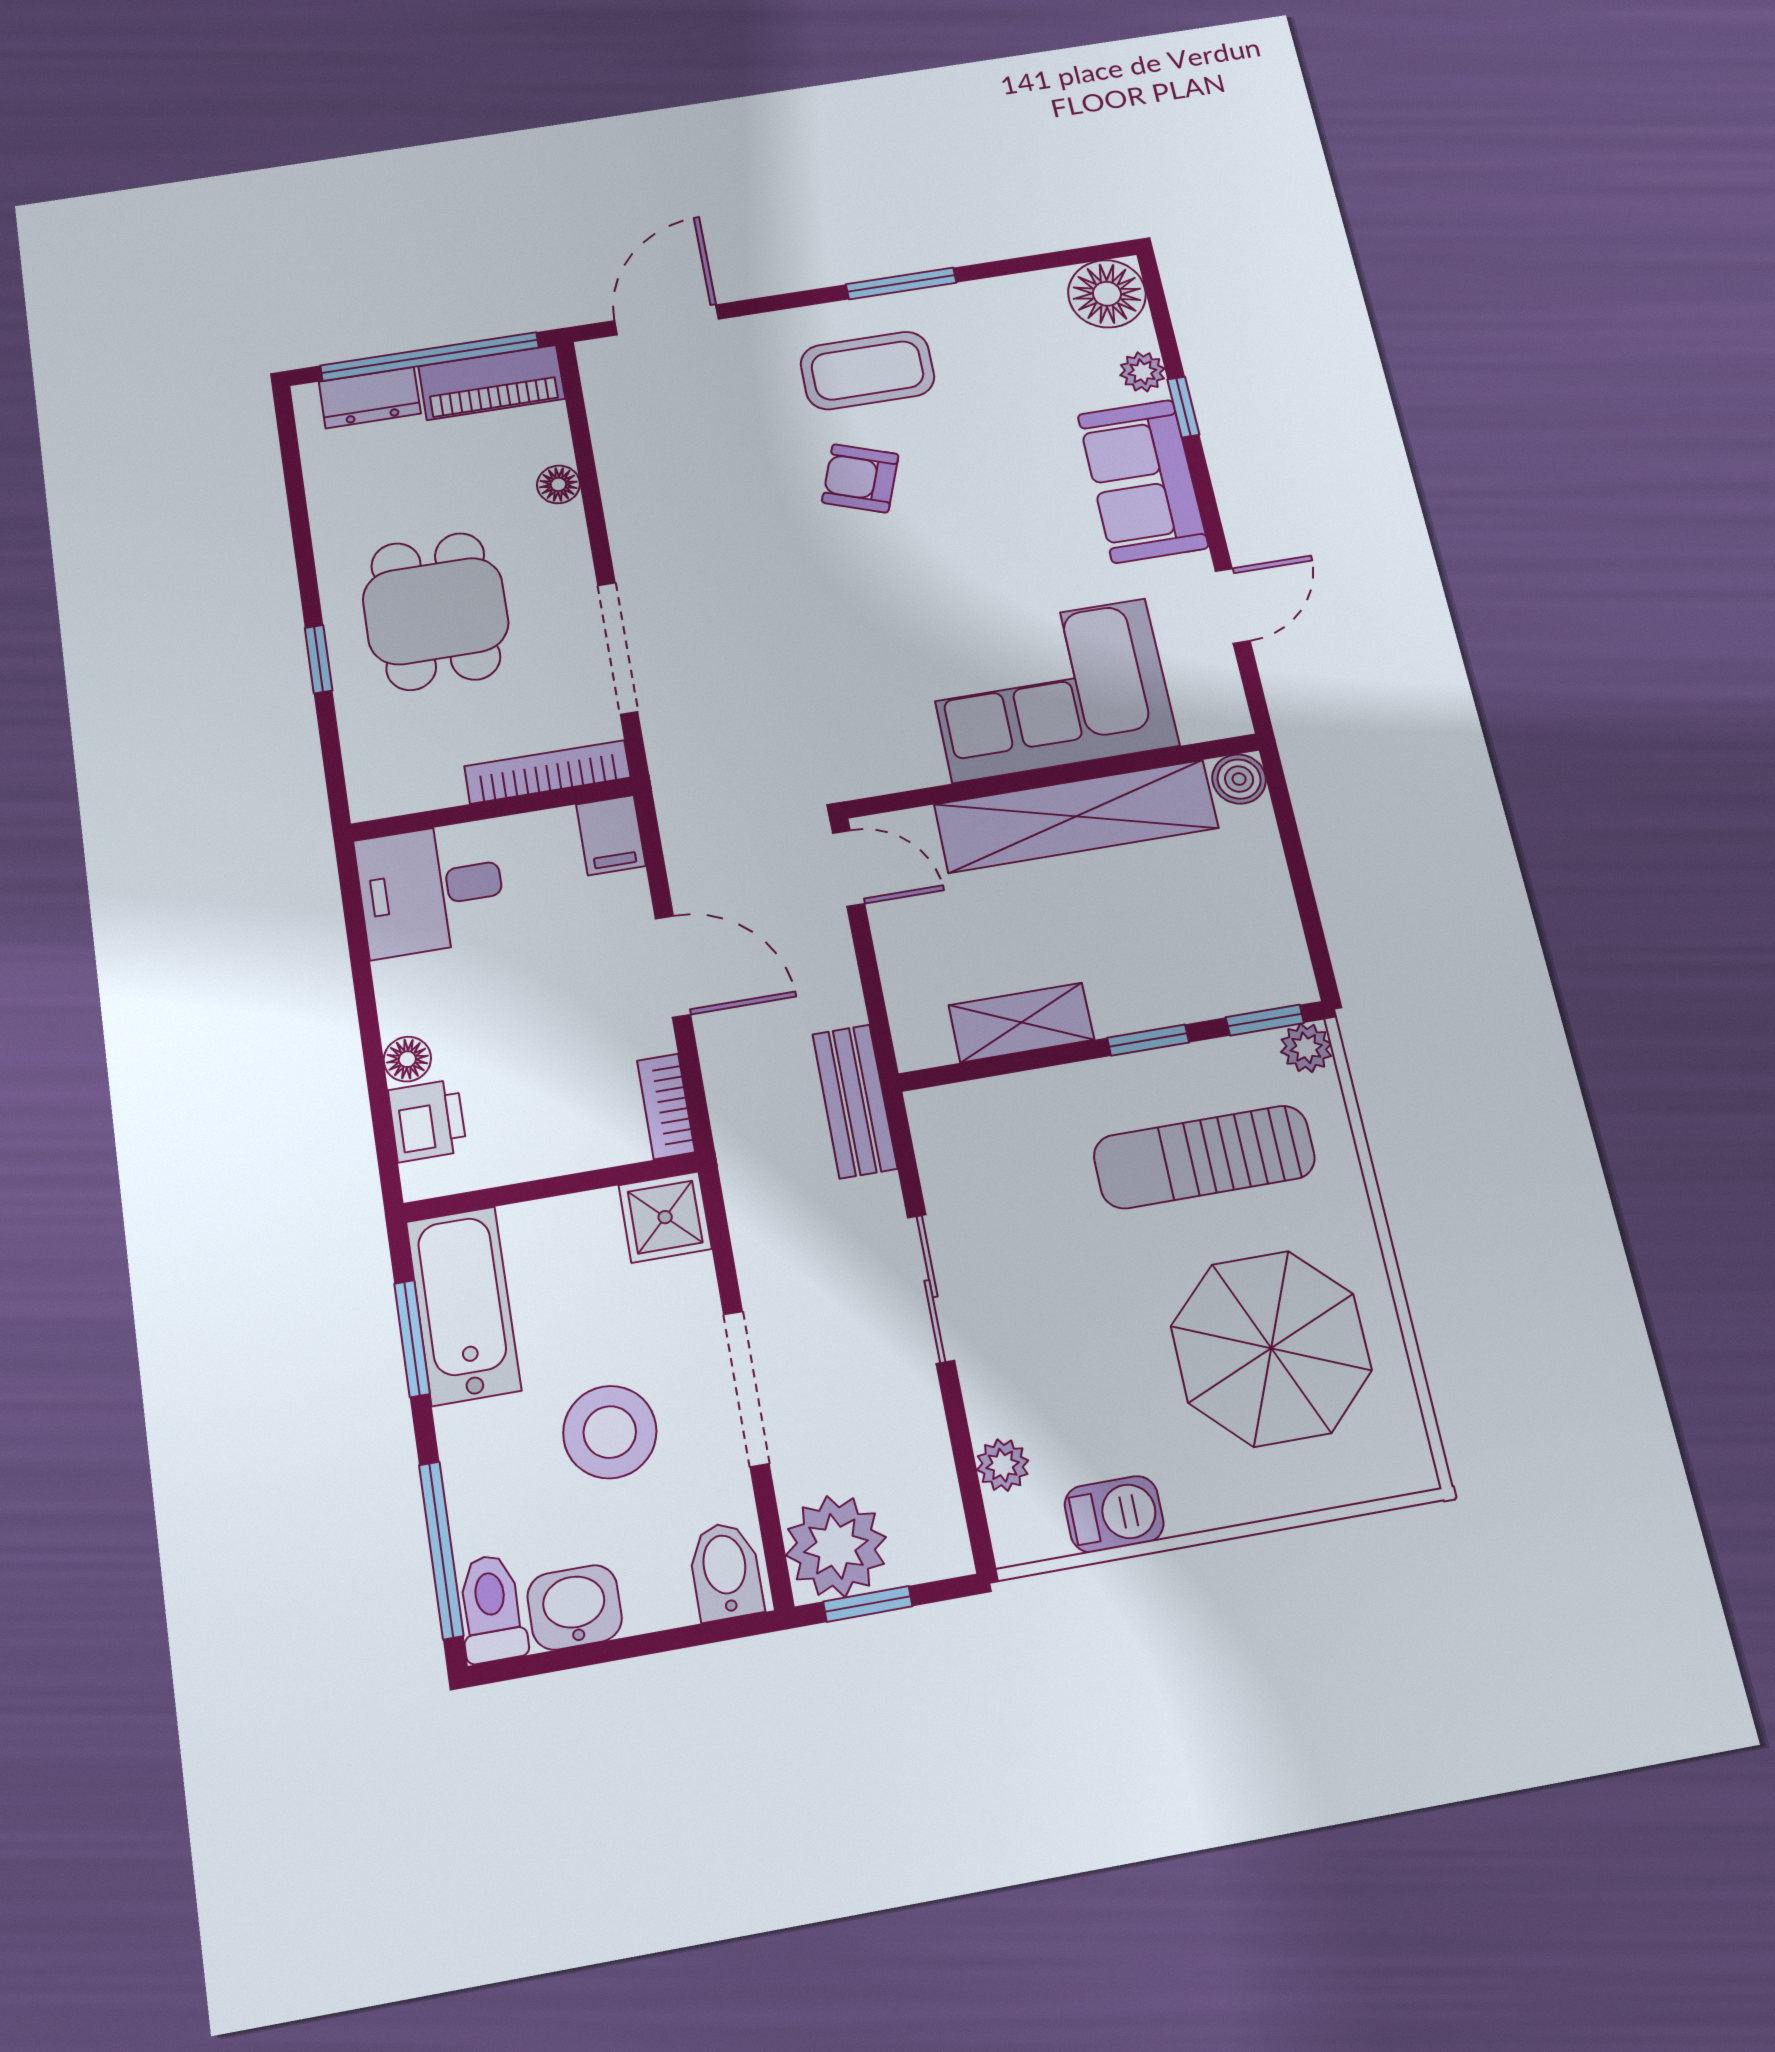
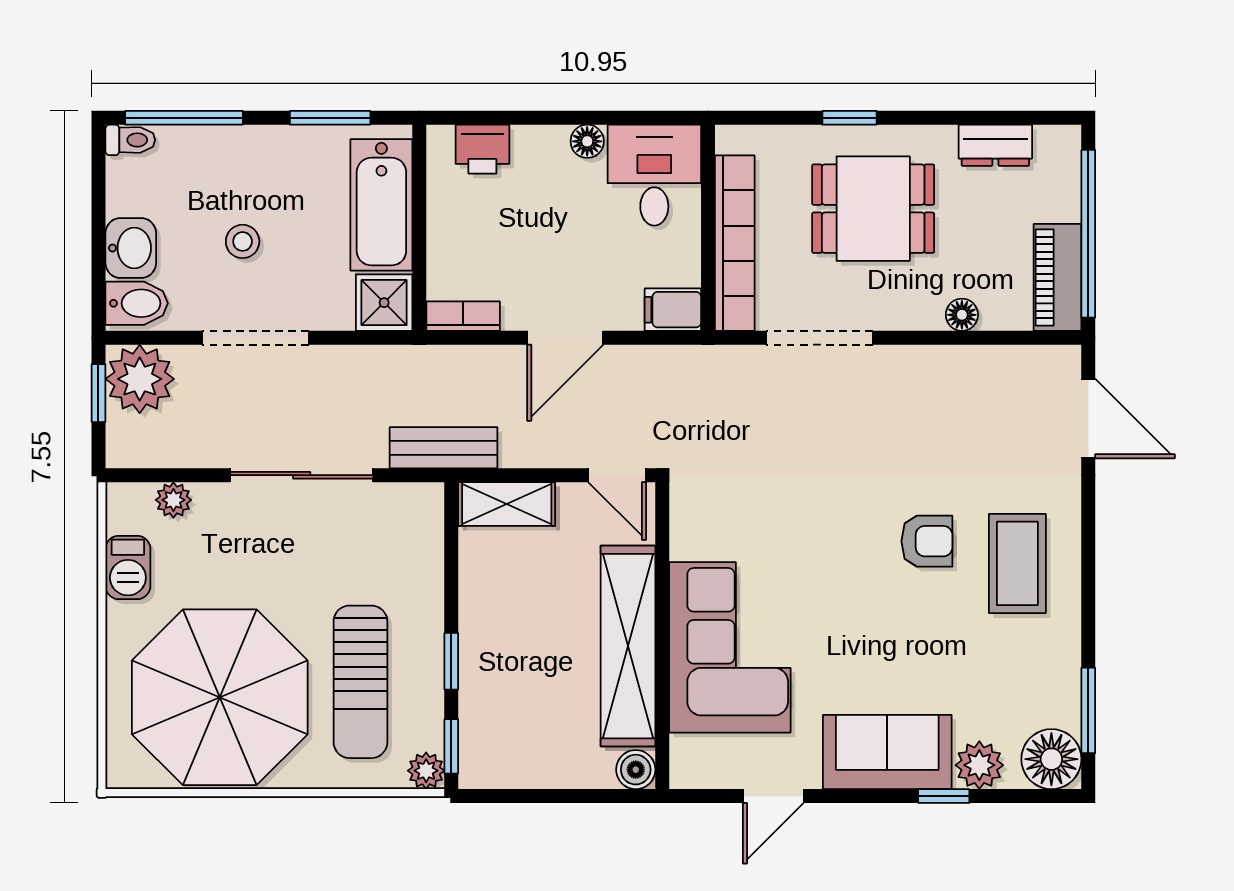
window: (901, 283) -> (1088, 710), moved
plant: (1142, 372) -> (979, 765), width x1.38, depth x1.38
dresser: (370, 398) -> (995, 145), moved, turned -90
armchair: (860, 478) -> (927, 541), turned 70
door: (1233, 606) -> (773, 796), hinge flipped
bookcase: (547, 772) -> (735, 243), width x1.48, depth x1.31
door: (849, 868) -> (617, 475), hinge flipped
shelving: (1021, 1023) -> (507, 504), moved, turned 90
floor lamp: (407, 1059) -> (587, 141), moved
sun lounger: (1204, 1157) -> (360, 682), turned 180
sliding door: (931, 1289) -> (302, 475), width x1.37
bathtub: (463, 1306) -> (381, 205), moved, turned 90
parasol: (1271, 1348) -> (220, 697), width x1.36, depth x1.36
stool: (610, 1432) -> (243, 241), width x0.53, depth x0.53
washbasin: (575, 1607) -> (131, 248), moved
toilet: (492, 1608) -> (130, 140), width x0.73, depth x0.72

